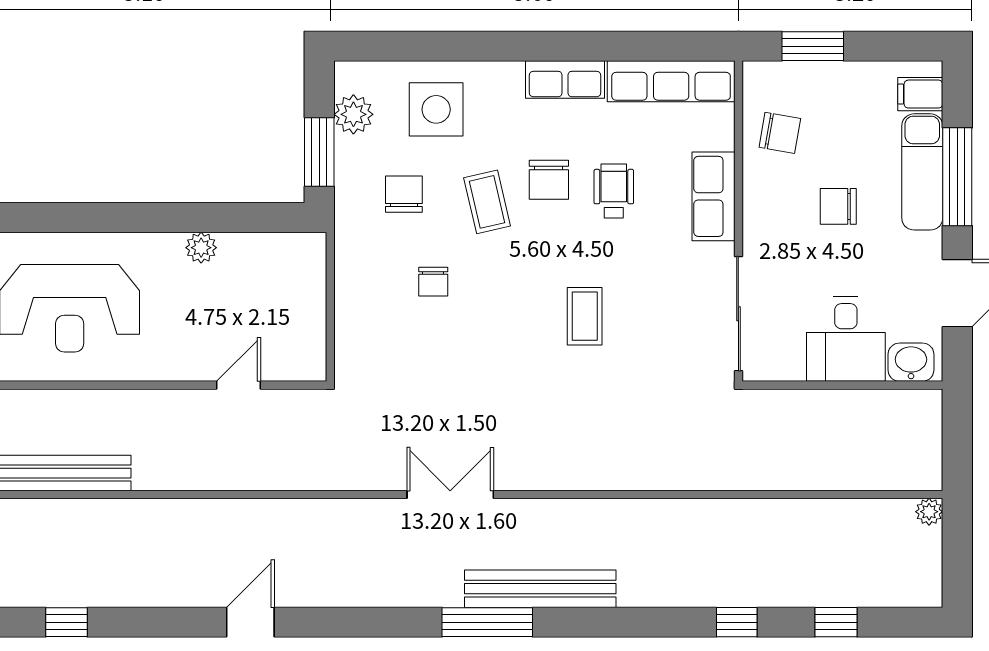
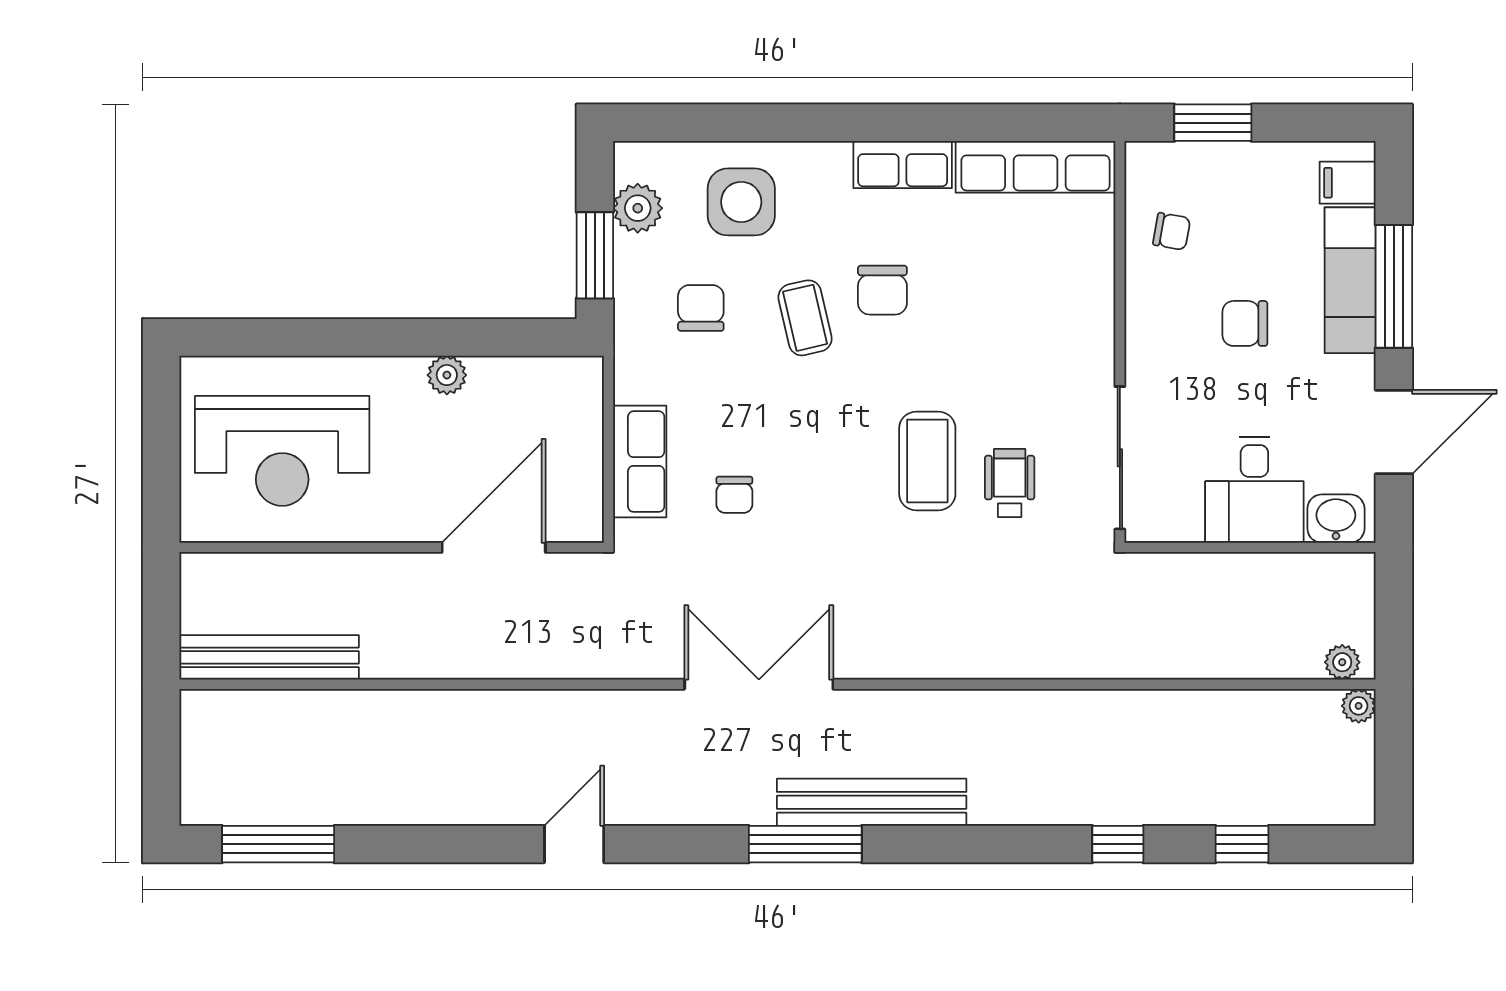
chair: (780, 133) -> (1172, 231), width x0.73, depth x0.73
wheelchair: (614, 191) -> (1010, 483), moved
row of seats: (714, 196) -> (640, 462), moved, turned 180
chair: (433, 282) -> (734, 495), moved
coffee table: (585, 316) -> (927, 461), width x1.36, depth x1.30
door: (239, 385) -> (494, 547), width x1.88
plant: (916, 477) -> (1342, 662), added
double door: (450, 495) -> (759, 684), width x1.37
window: (66, 622) -> (278, 844), width x2.17
door: (250, 622) -> (574, 844), moved

